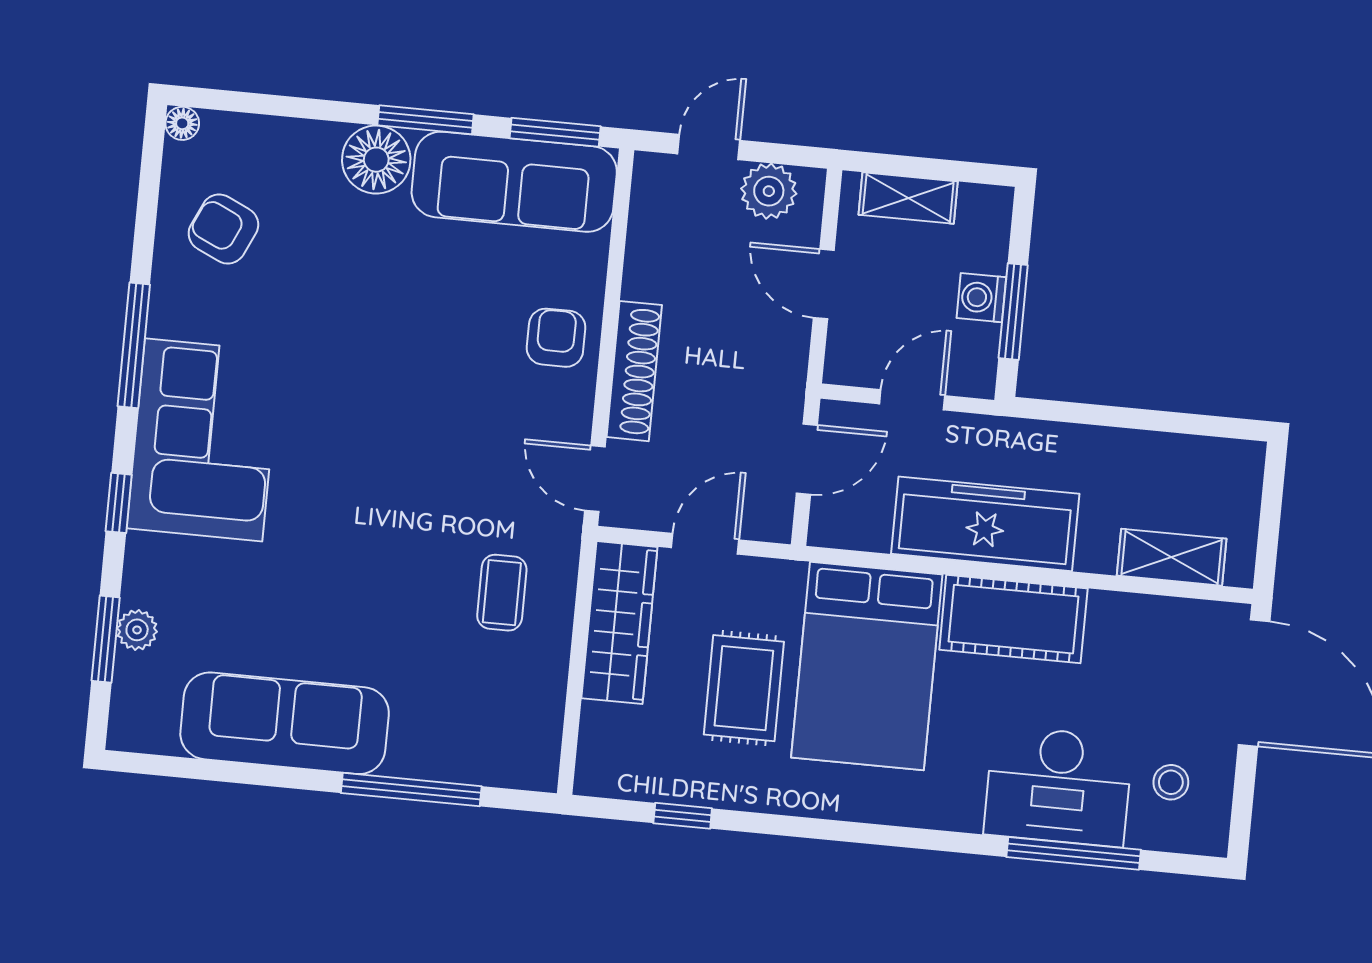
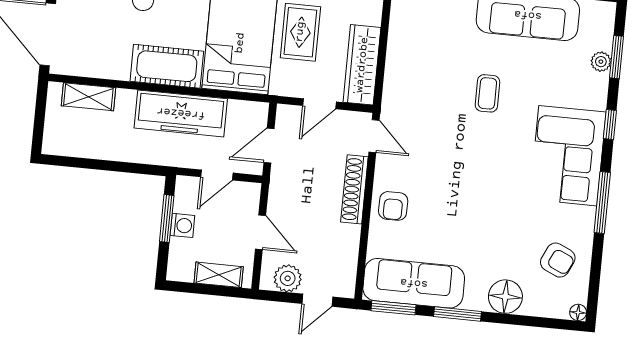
floor lamp: (376, 160) -> (505, 297), moved
coffee table: (502, 593) -> (487, 93), moved

